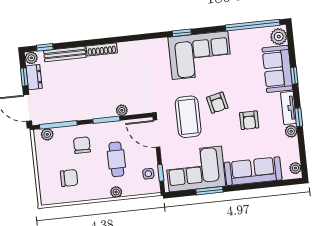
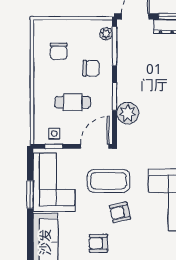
plant: (122, 110) -> (128, 113), width x1.87, depth x1.87
plant: (116, 192) -> (39, 98), removed

